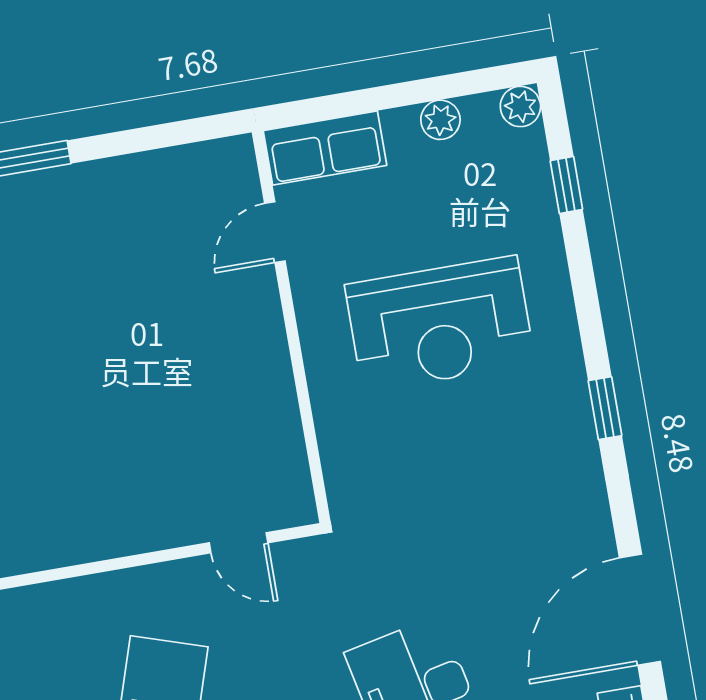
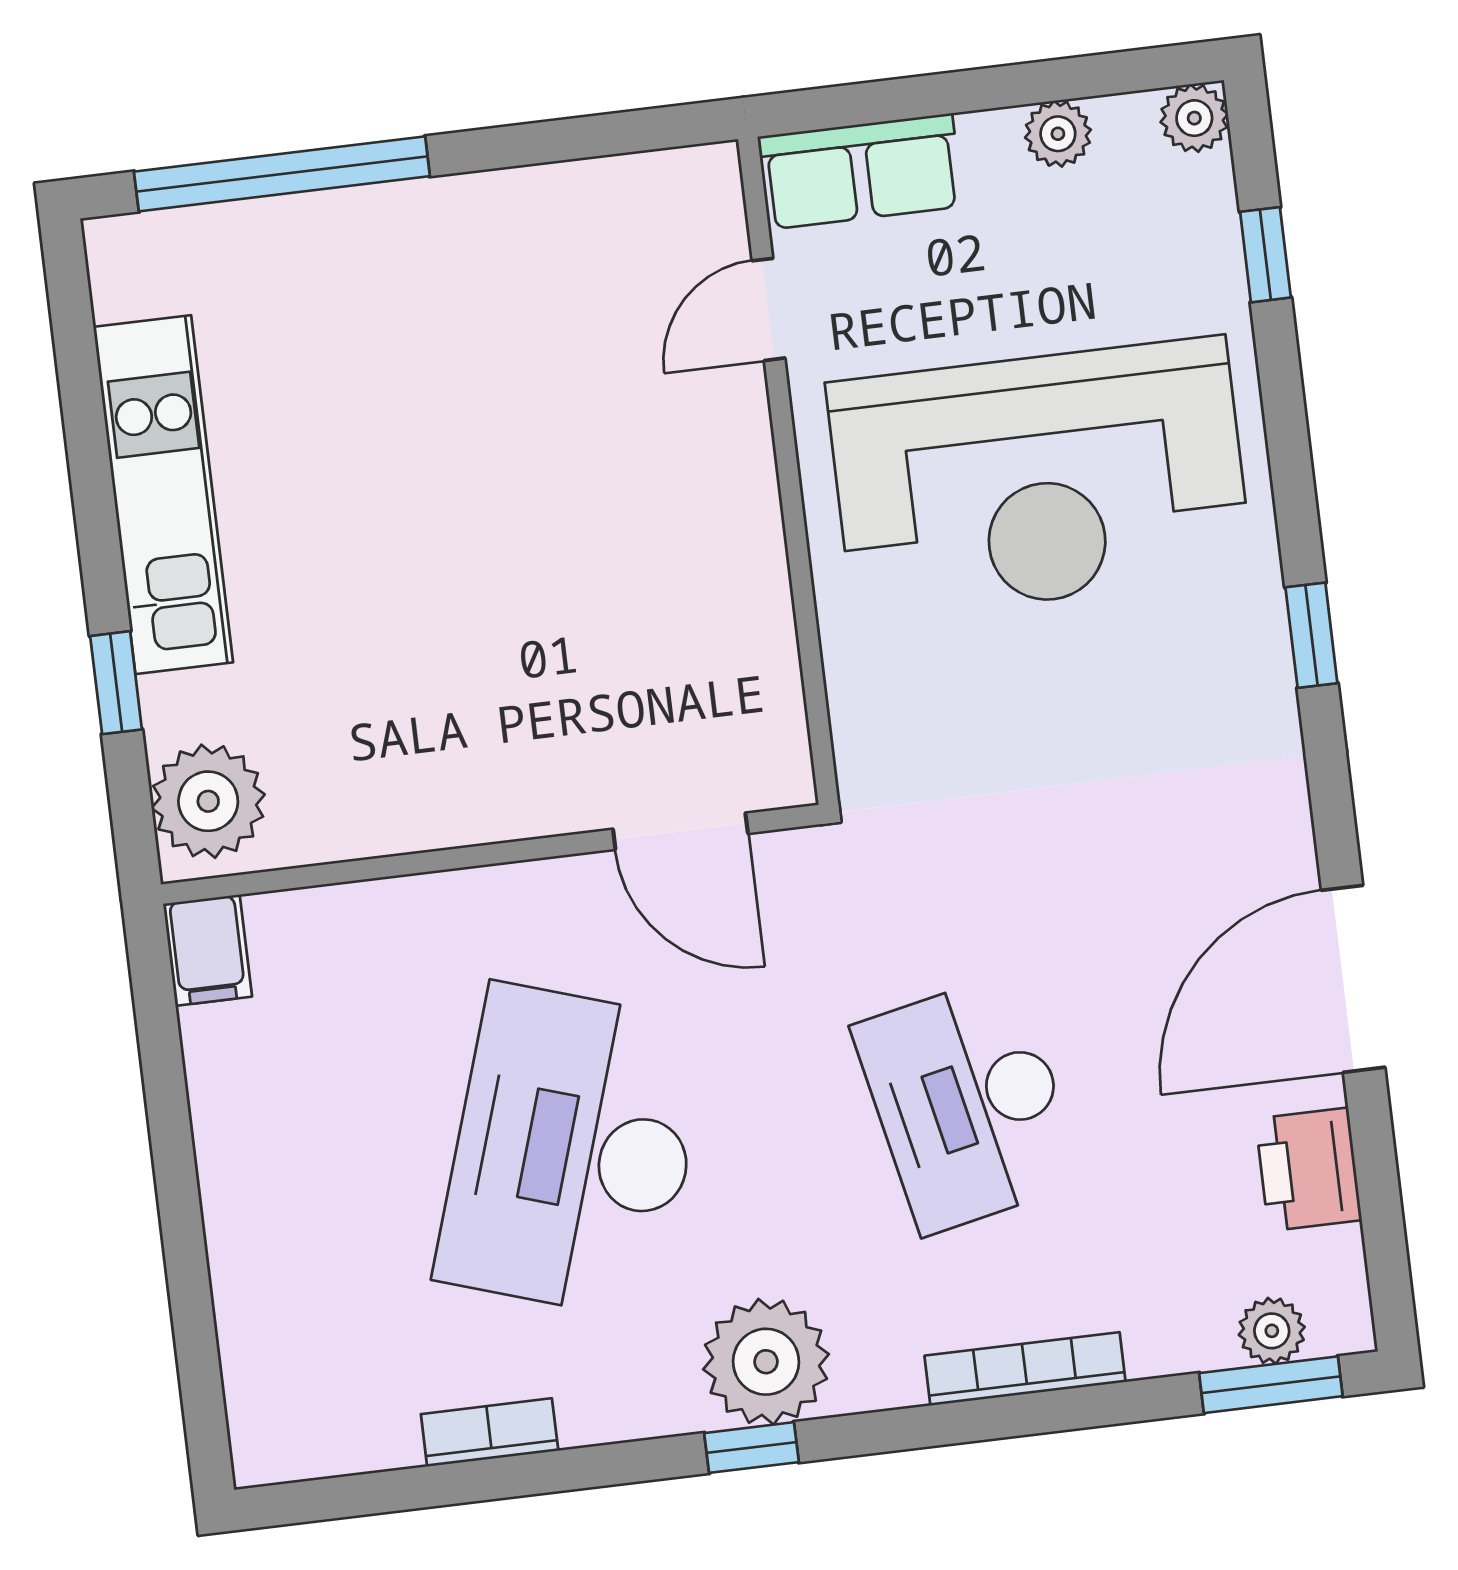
reception desk: (440, 324) -> (1040, 479), width x1.36, depth x1.30
door: (239, 543) -> (680, 831), width x1.37

